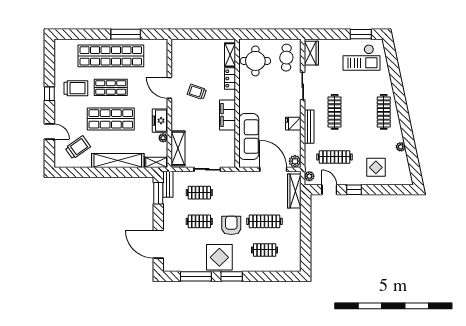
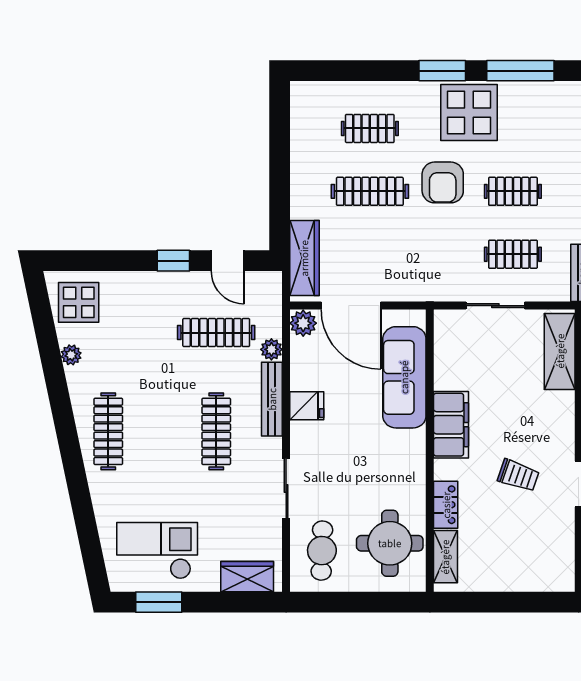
wardrobe: (311, 53) -> (247, 577), moved, turned 90
display table: (376, 167) -> (79, 302), moved
plant: (309, 176) -> (271, 349), moved

